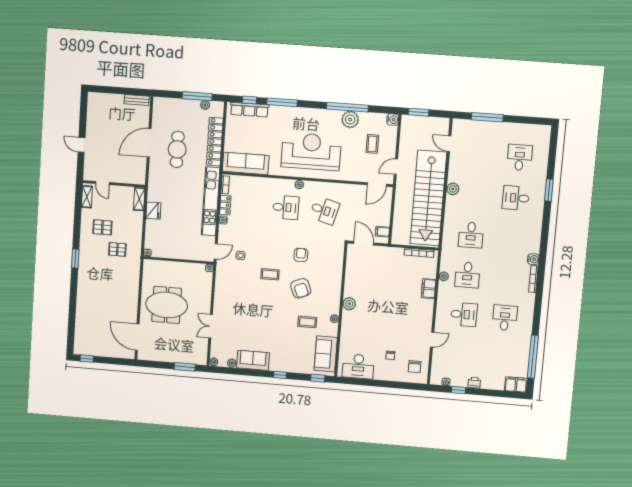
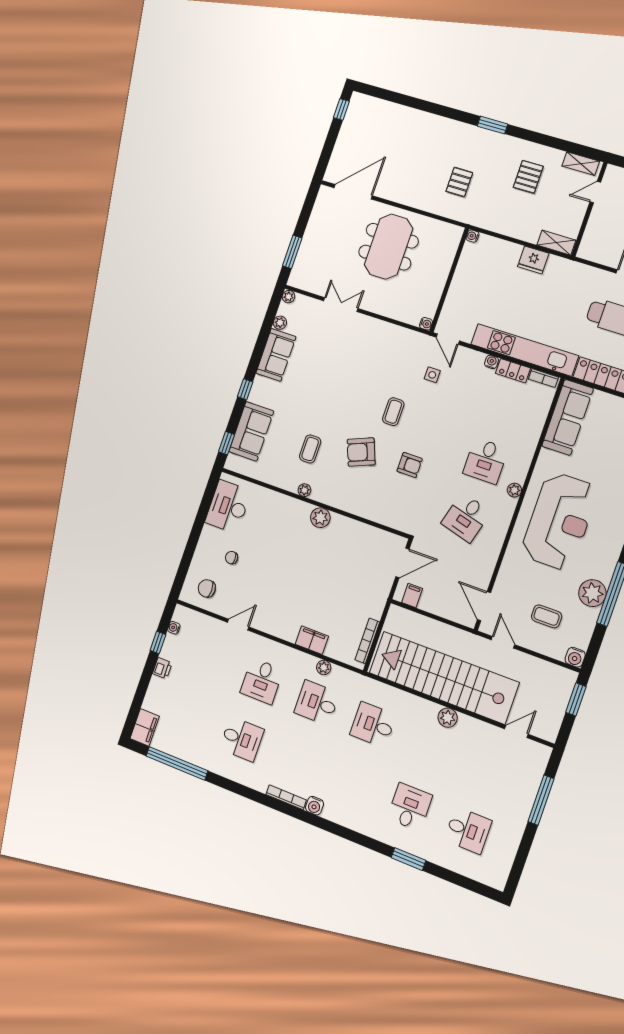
pallet: (117, 249) -> (459, 182), moved
door: (432, 340) -> (238, 625), swing flipped
sofa: (326, 354) -> (251, 431), moved, turned 90

